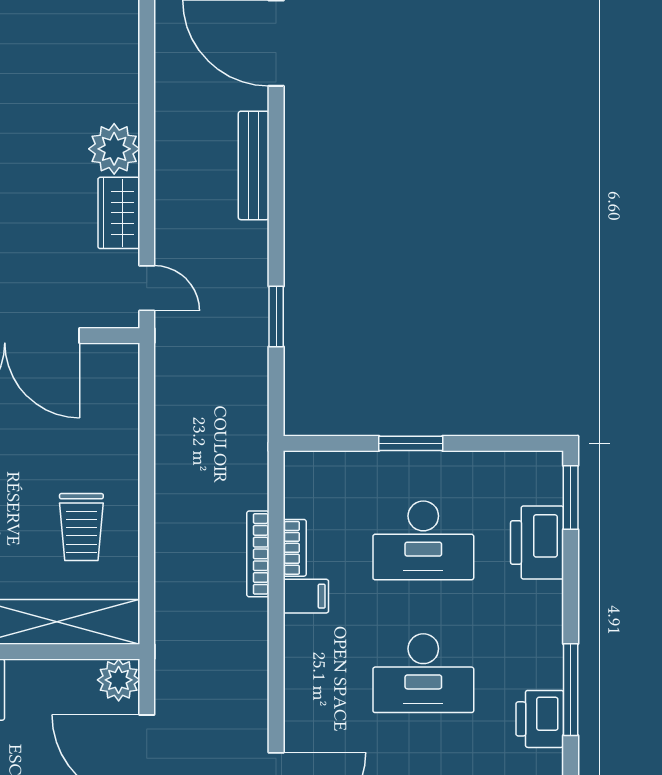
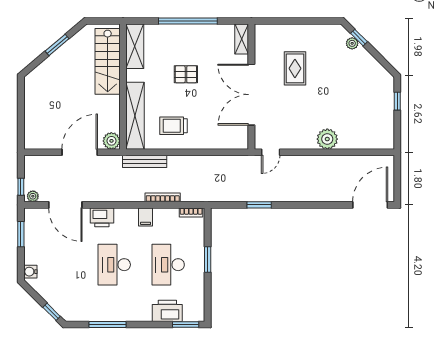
bench: (254, 165) -> (145, 161), moved
wardrobe: (119, 213) -> (301, 141), removed
bookcase: (295, 548) -> (191, 212), moved
printer: (540, 719) -> (102, 217), moved, turned 180

